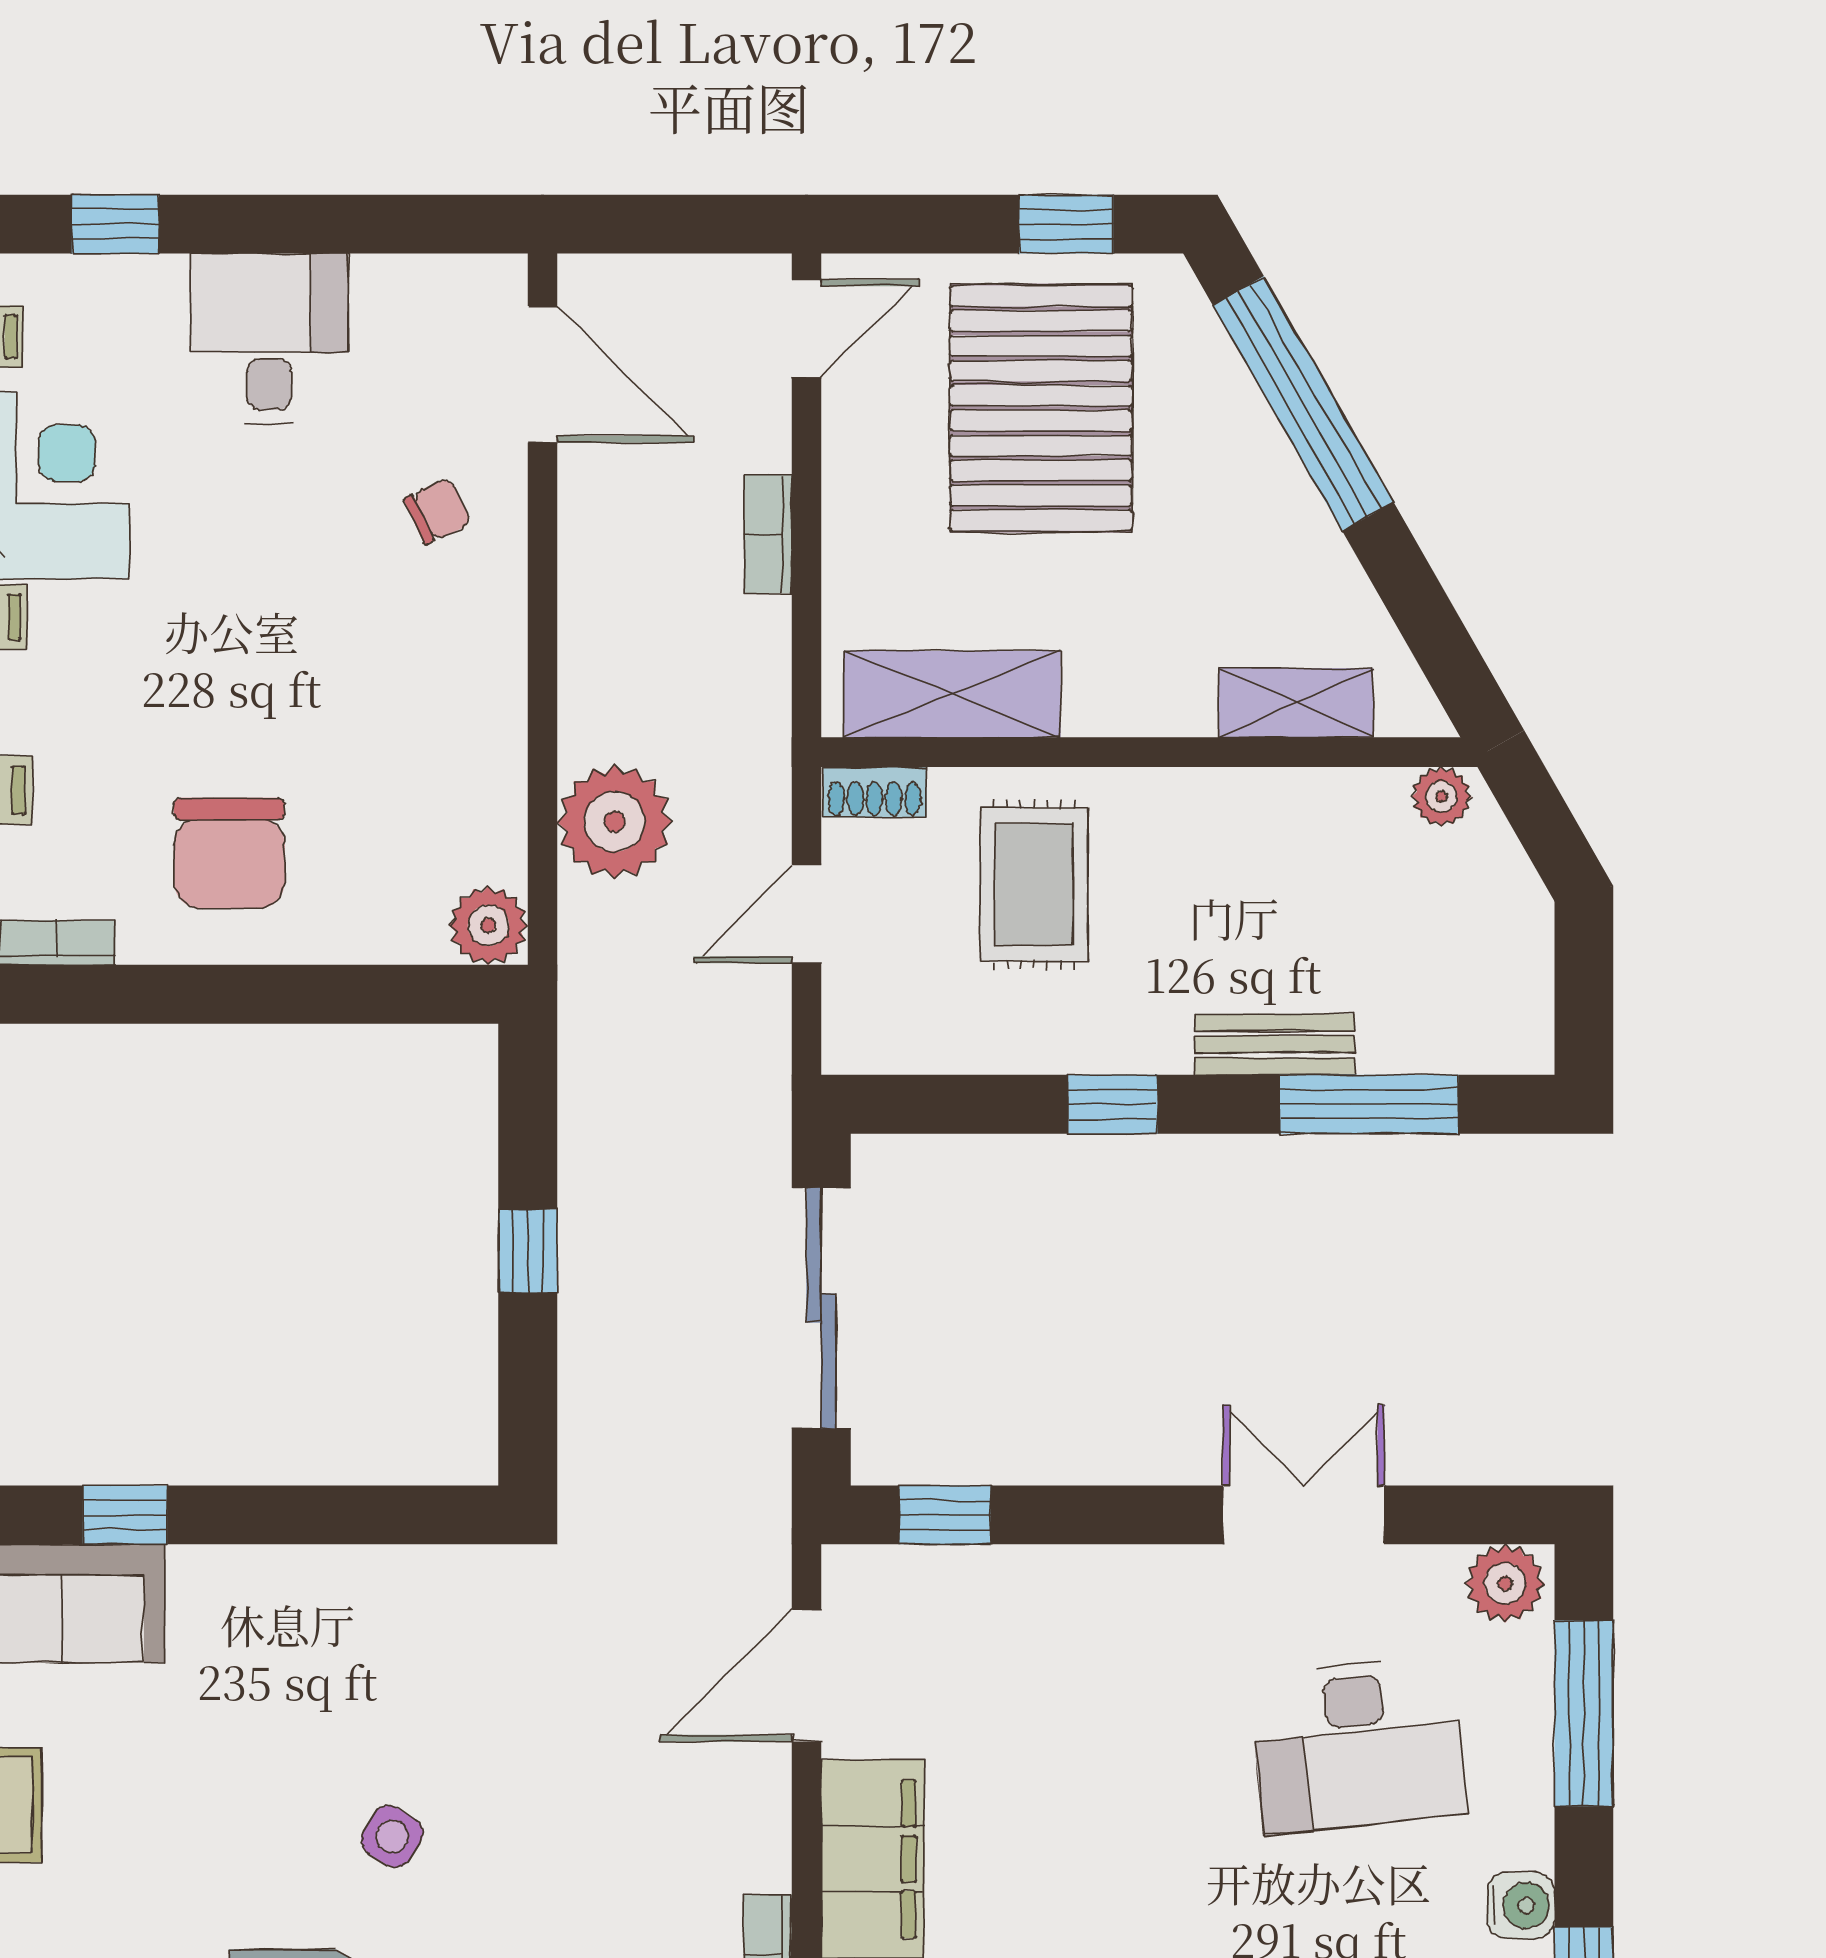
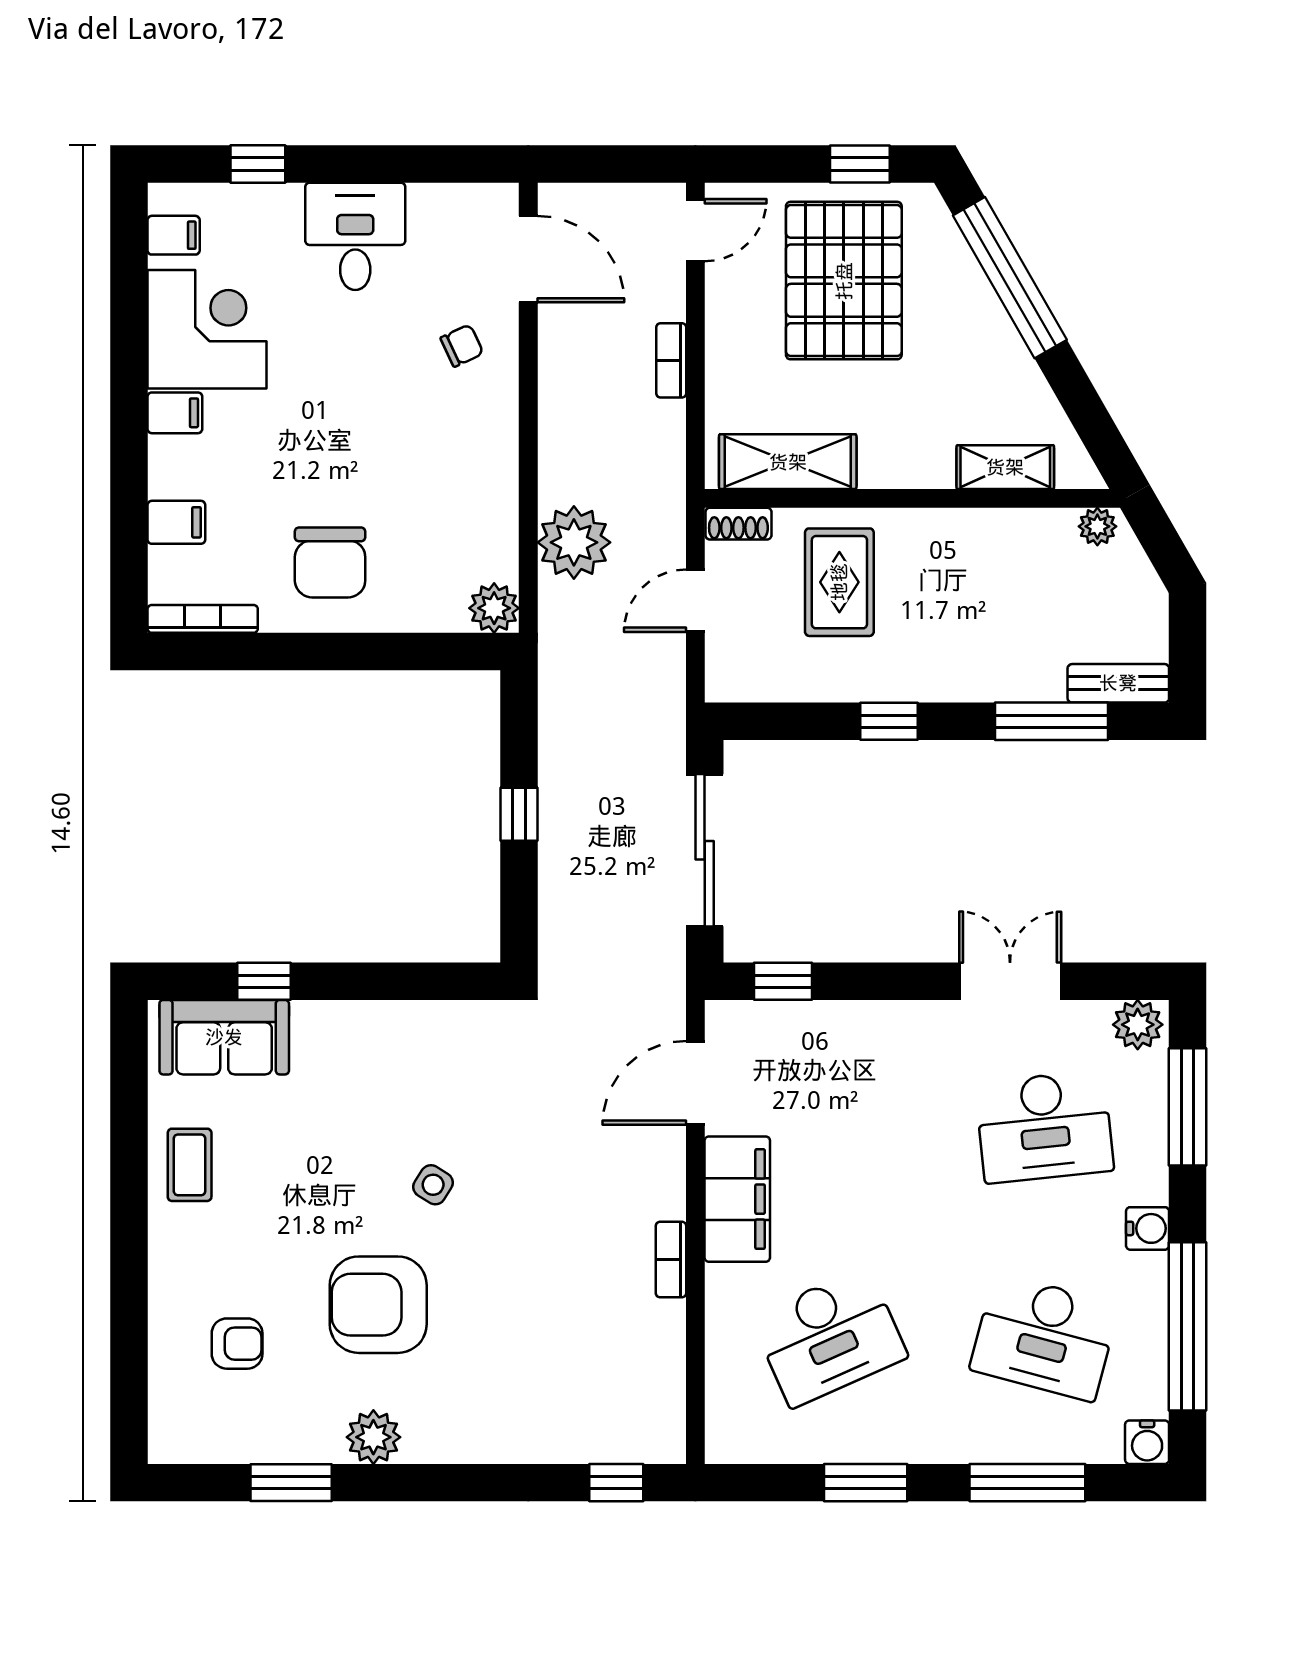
bench: (1275, 1044) -> (1118, 683), moved

